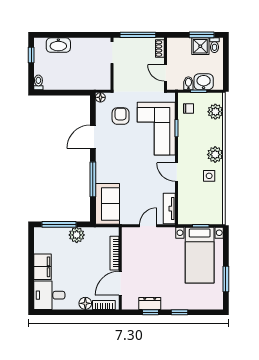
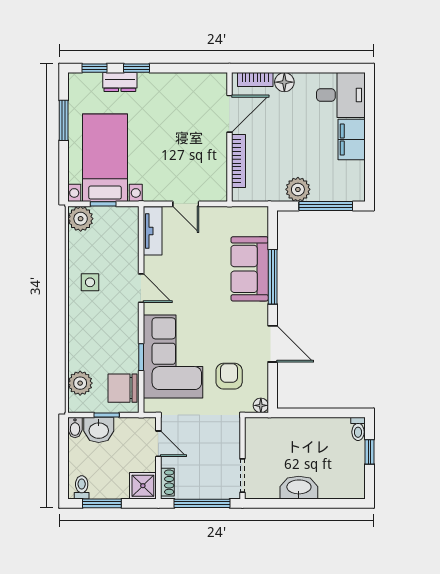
washbasin: (58, 45) -> (299, 488), moved
shower: (200, 46) -> (143, 486), moved
window: (31, 55) -> (370, 452), moved
bidet: (188, 83) -> (75, 428), moved
chair: (188, 108) -> (122, 388), width x1.87, depth x1.87
armchair: (121, 116) -> (229, 376), turned 180
door: (93, 137) -> (273, 344), hinge flipped
plant: (215, 155) -> (81, 219), moved
sofa: (107, 204) -> (250, 269), moved
door: (148, 226) -> (186, 204), hinge flipped
dresser: (150, 303) -> (120, 82), moved
window: (150, 312) -> (94, 68), moved

